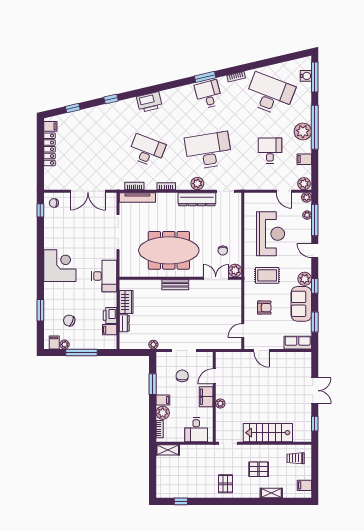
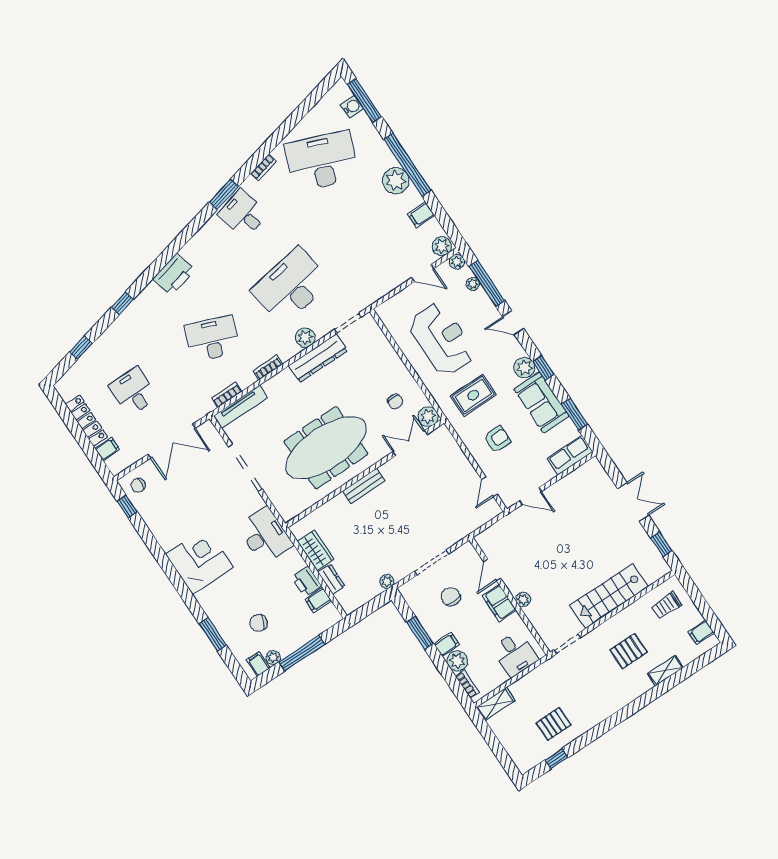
filing cabinet: (50, 126) -> (107, 449), moved
desk: (270, 151) -> (133, 392), moved
pallet: (226, 484) -> (553, 724), moved, turned 90

